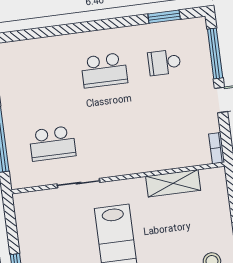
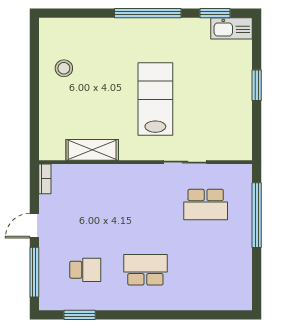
school desk: (52, 143) -> (206, 204), turned 180

